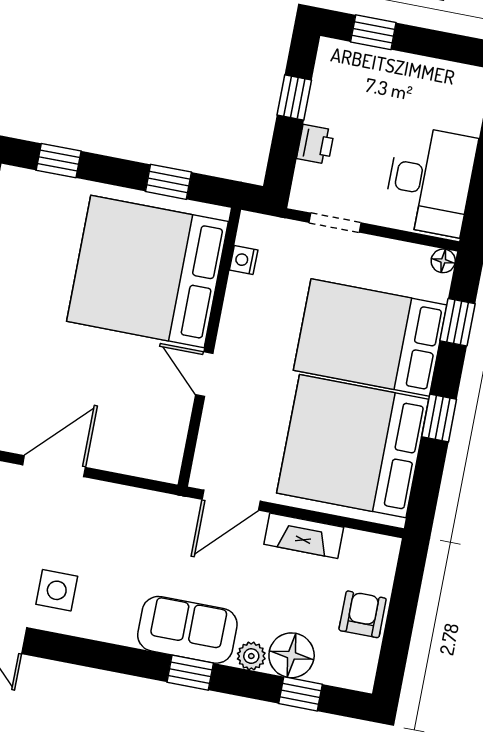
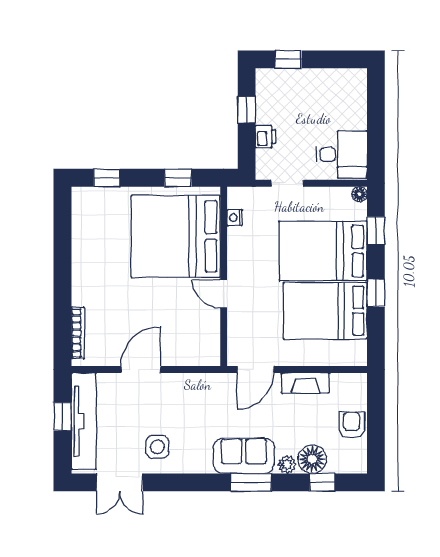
desk: (430, 181) -> (342, 154), width x0.73
bed: (353, 446) -> (325, 311), width x0.73
window: (190, 673) -> (251, 482), width x1.50

